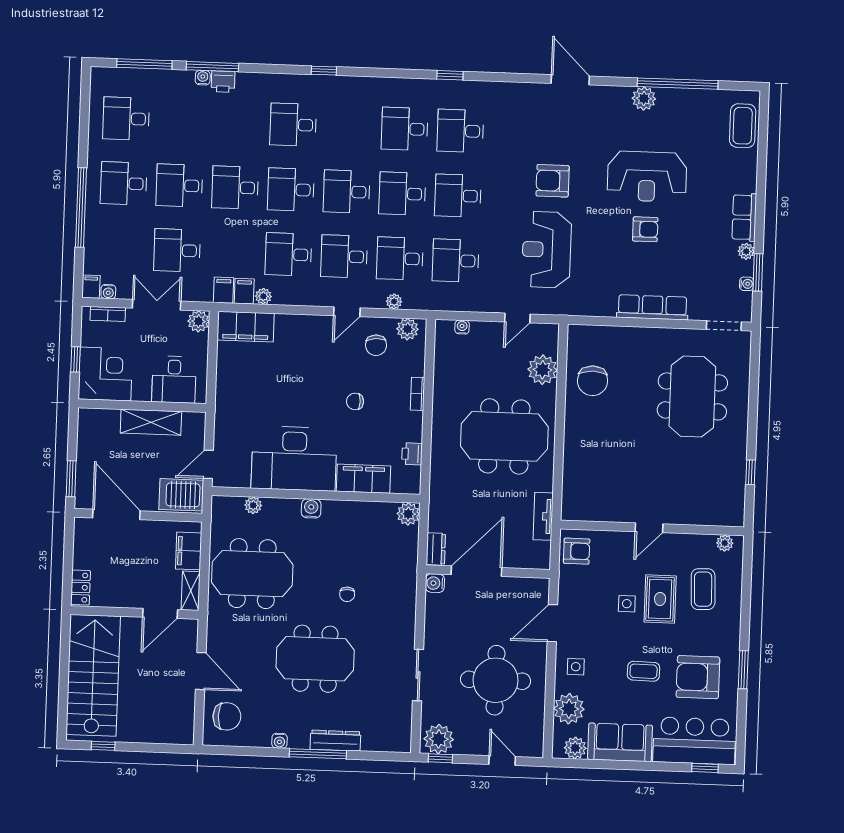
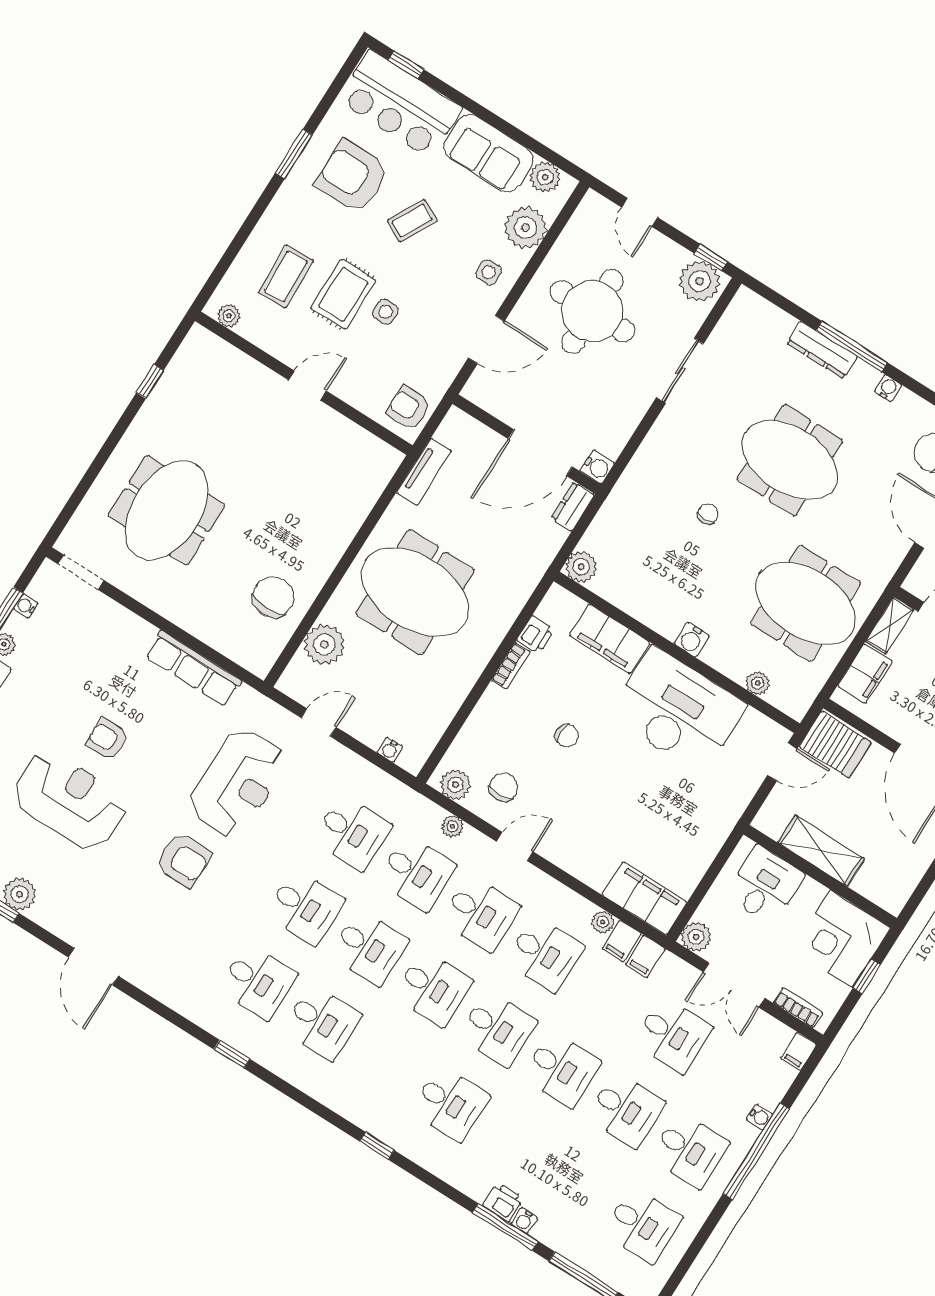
water cooler: (108, 292) -> (760, 1117), moved, turned 90
row of seats: (652, 307) -> (193, 669), moved
bookcase: (418, 394) -> (511, 666), moved
coffee table: (644, 671) -> (412, 221), turned -63
armchair: (698, 677) -> (352, 176), turned 180

